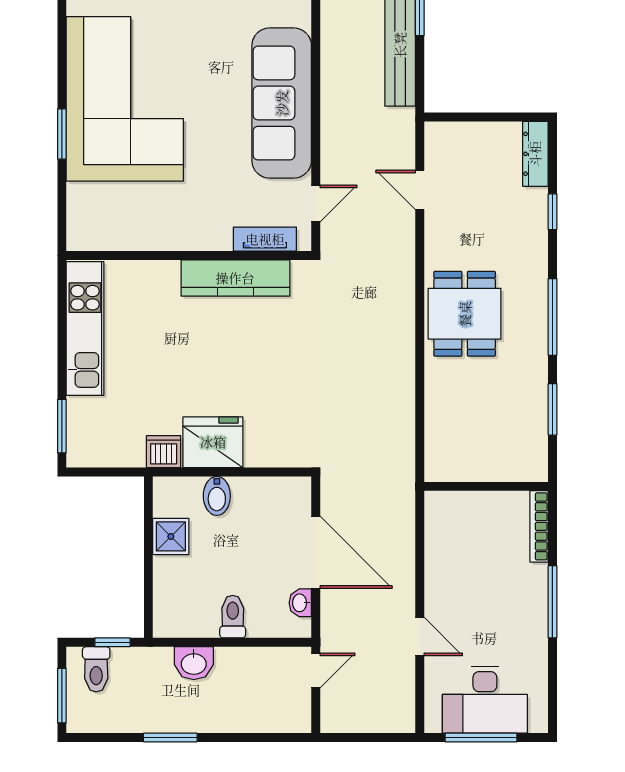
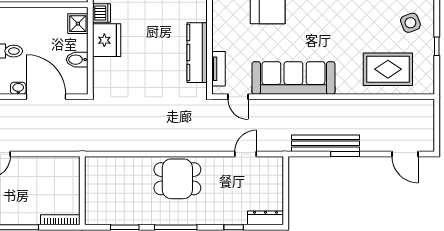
bidet: (217, 496) -> (77, 60), moved
shower: (171, 536) -> (78, 24), moved
door: (316, 552) -> (46, 97), swing flipped

